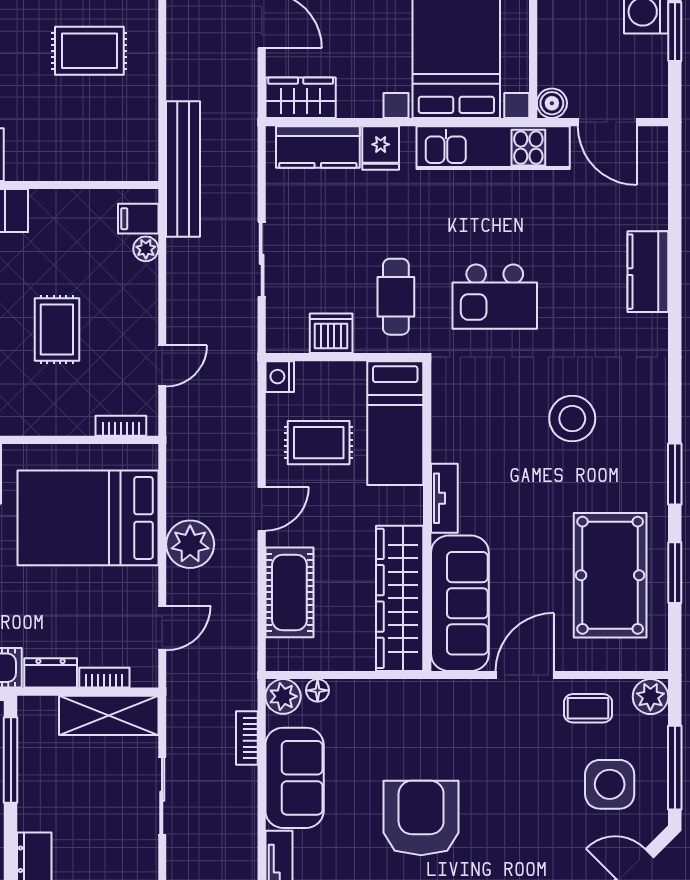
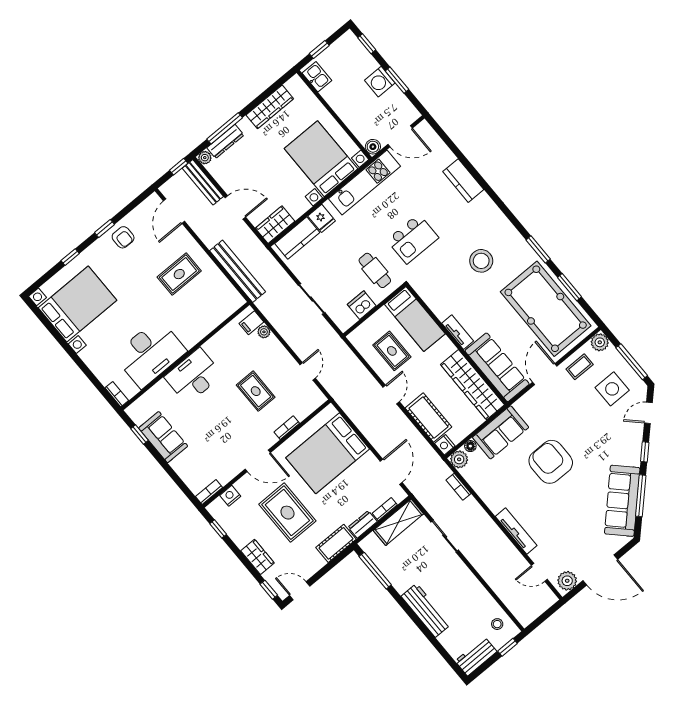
bench: (183, 169) -> (238, 271), moved
nightstand: (280, 377) -> (445, 445), moved
bookcase: (121, 426) -> (287, 428), moved
rug: (319, 443) -> (392, 351), turned 90
plant: (190, 544) -> (375, 431), removed
pool table: (610, 575) -> (546, 309), width x1.36, depth x1.32
door: (162, 628) -> (391, 472), width x1.38
sofa: (295, 778) -> (501, 432), moved, turned 90

